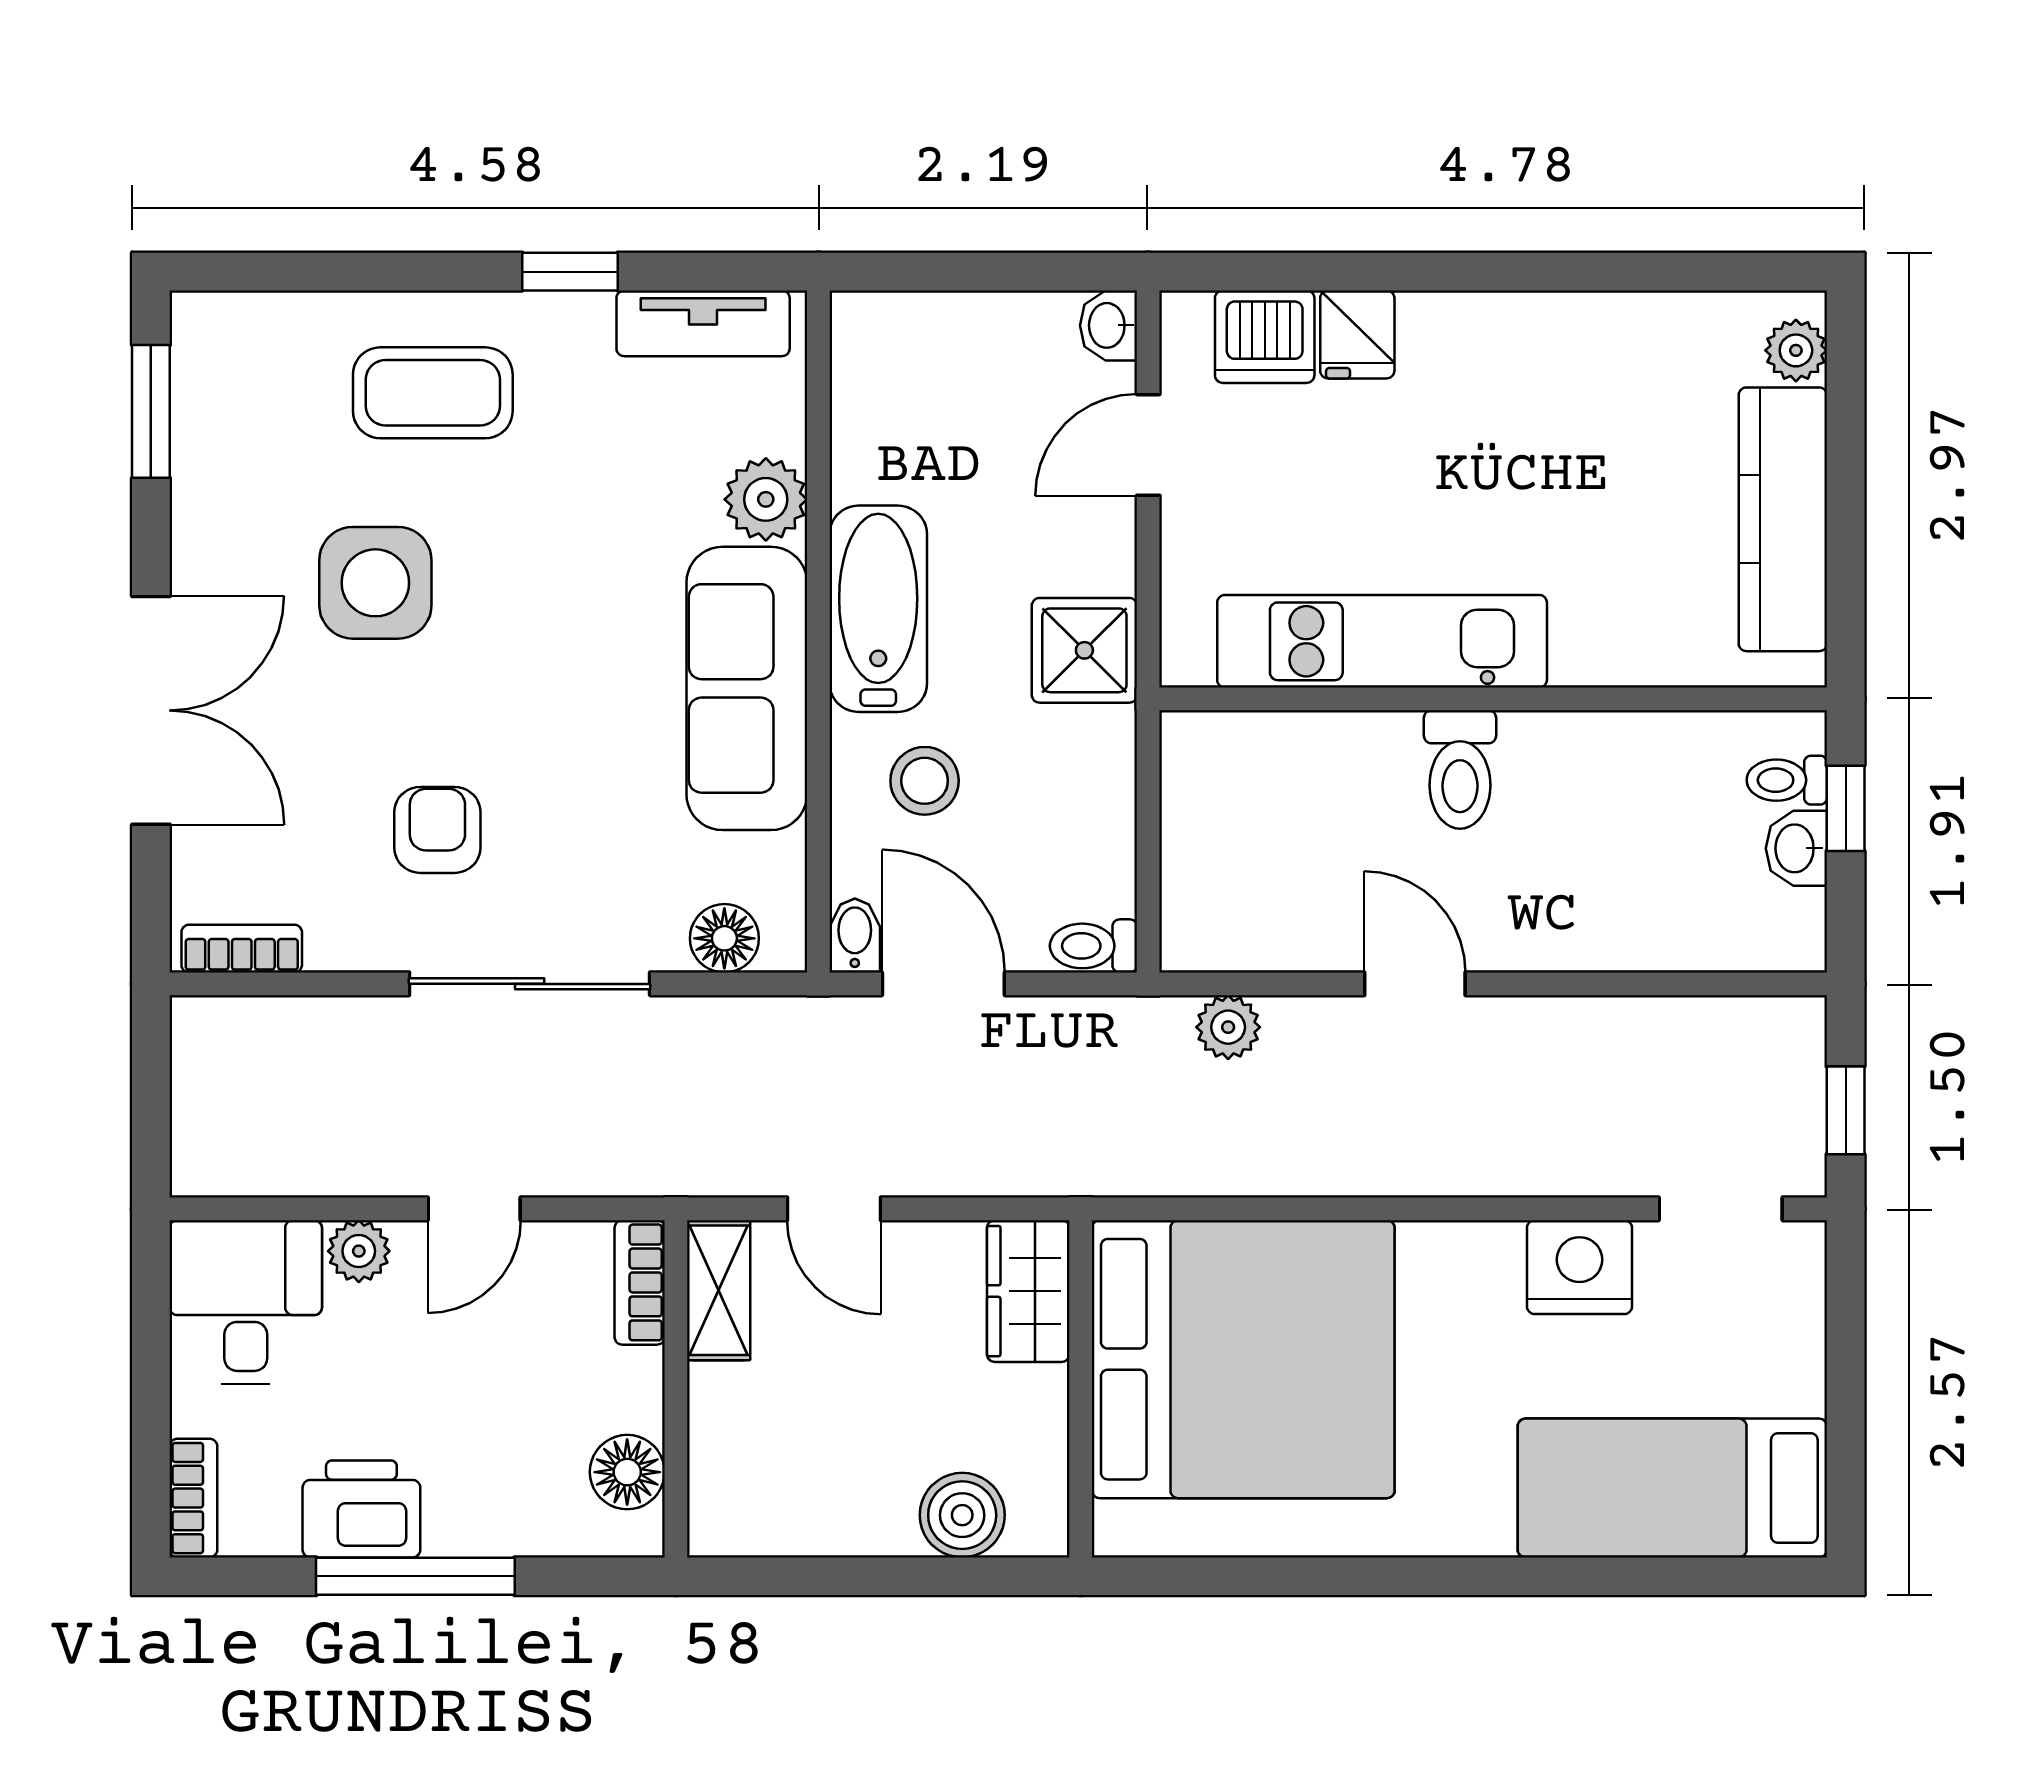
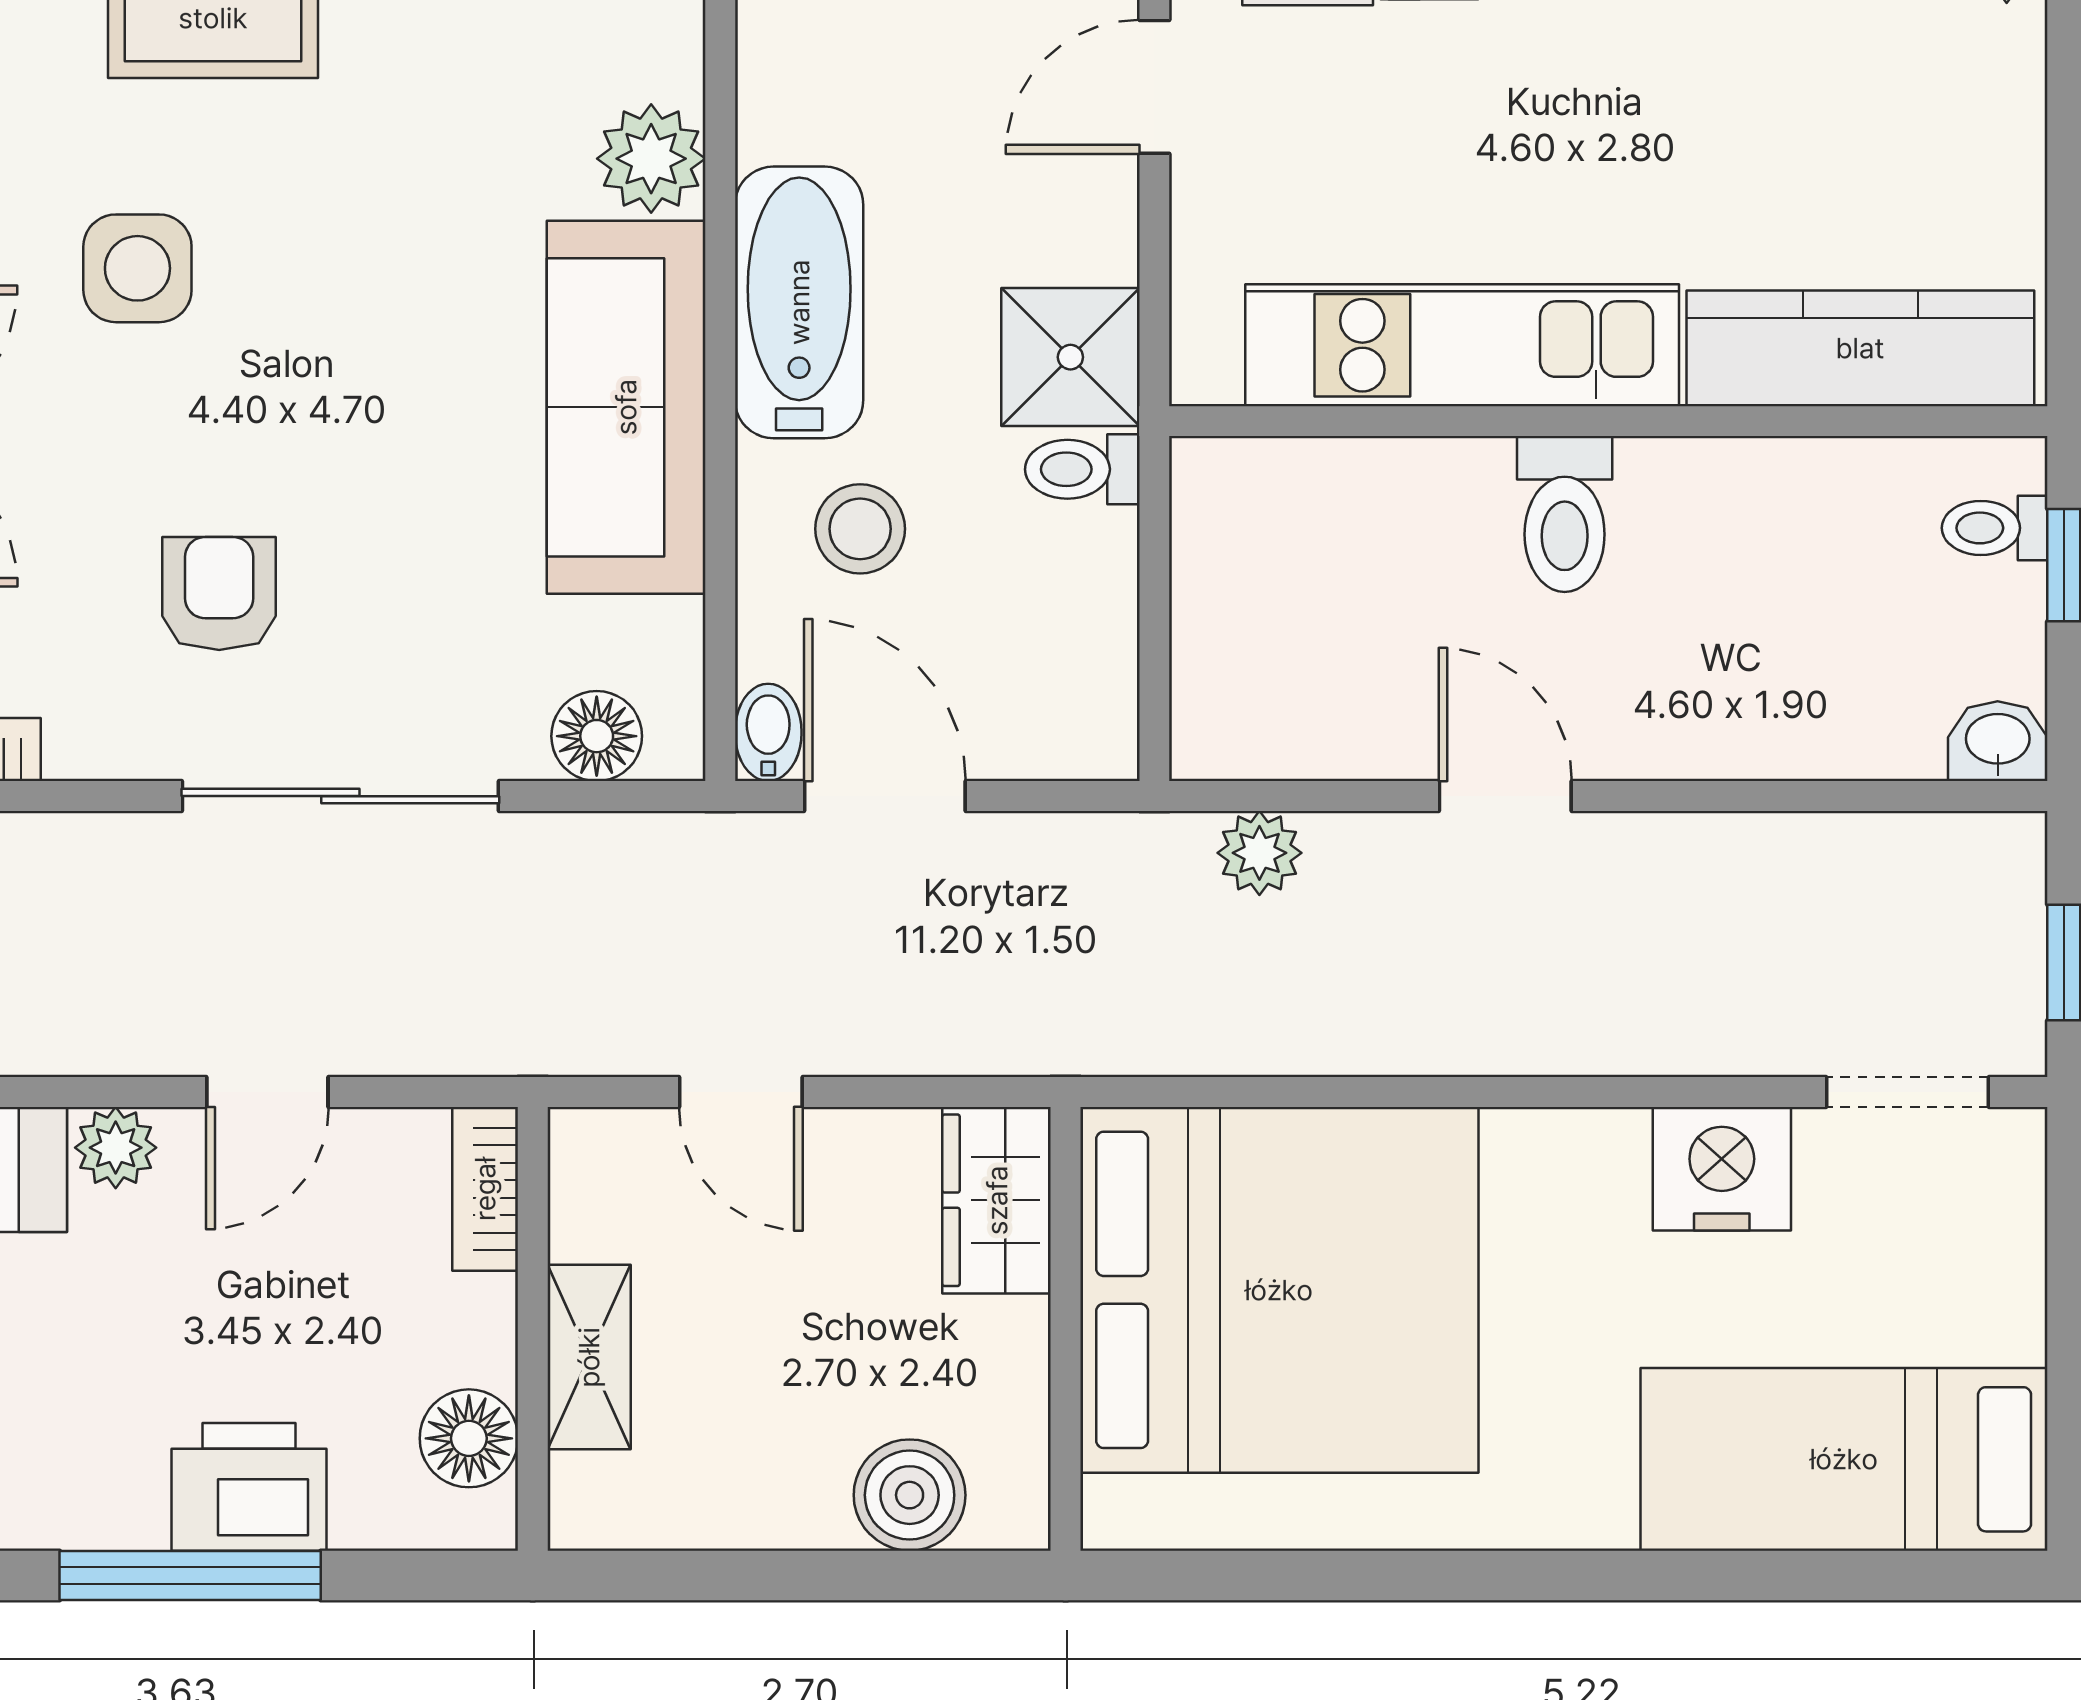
kitchen counter: (1783, 519) -> (1860, 348), moved, turned 90
side table: (375, 583) -> (137, 268), width x0.73, depth x0.73
washbasin: (1796, 848) -> (1998, 741), moved, turned 90
toilet: (1093, 946) -> (1082, 469), moved
shelving: (719, 1290) -> (589, 1357), moved
printer: (361, 1509) -> (249, 1487), moved

